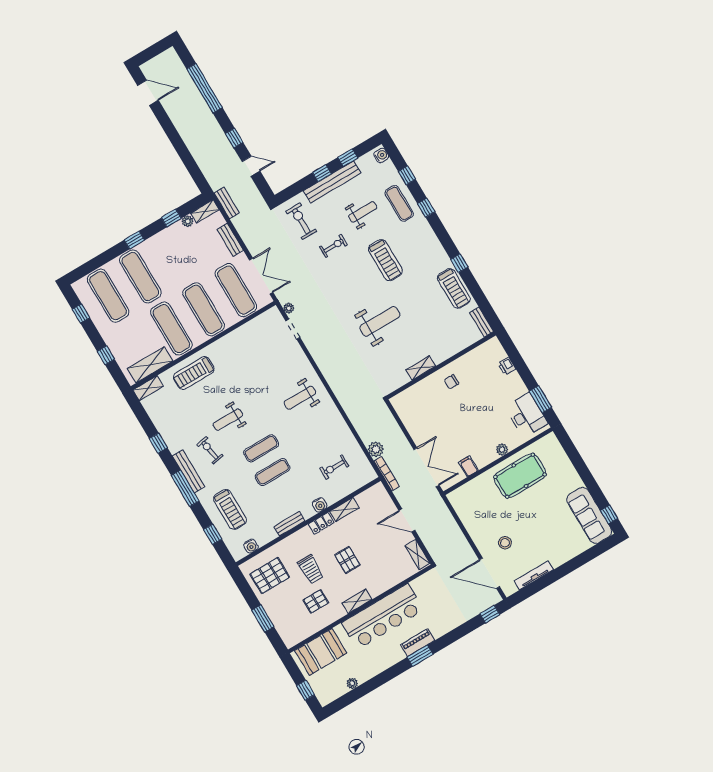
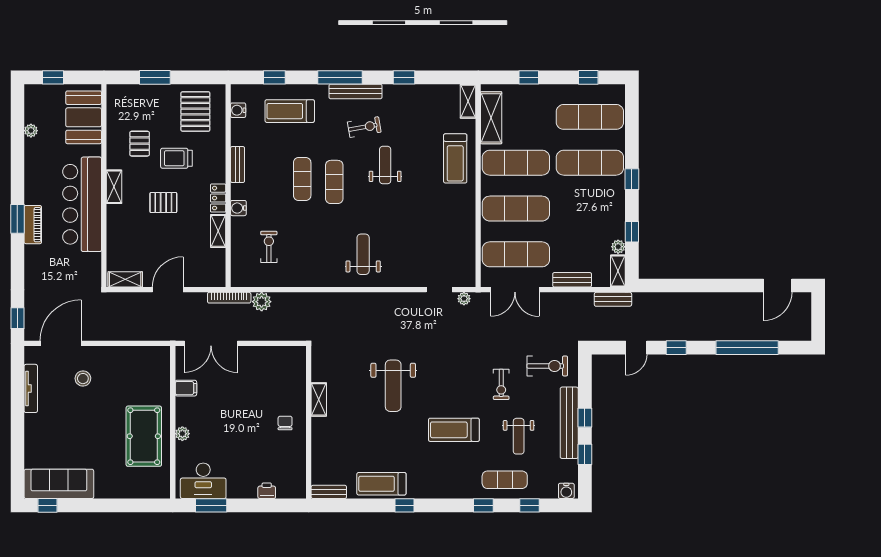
treadmill: (194, 373) -> (455, 158), turned 180

